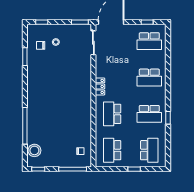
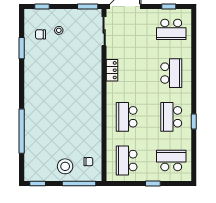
school desk: (149, 78) -> (171, 73), turned -90
locker: (100, 86) -> (112, 70), moved
school desk: (149, 114) -> (171, 117), turned 90
stool: (34, 150) -> (65, 166), moved
school desk: (149, 150) -> (171, 161), turned -90

